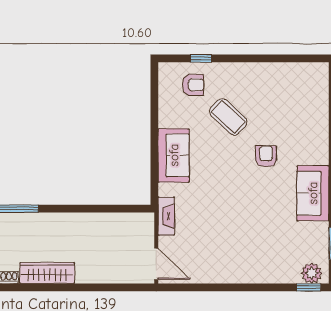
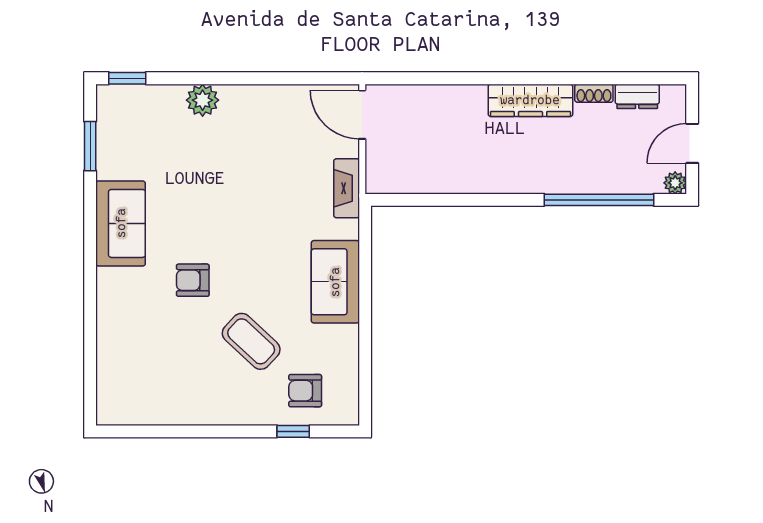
armchair: (266, 156) -> (193, 280), turned 90
plant: (312, 273) -> (203, 100), moved

